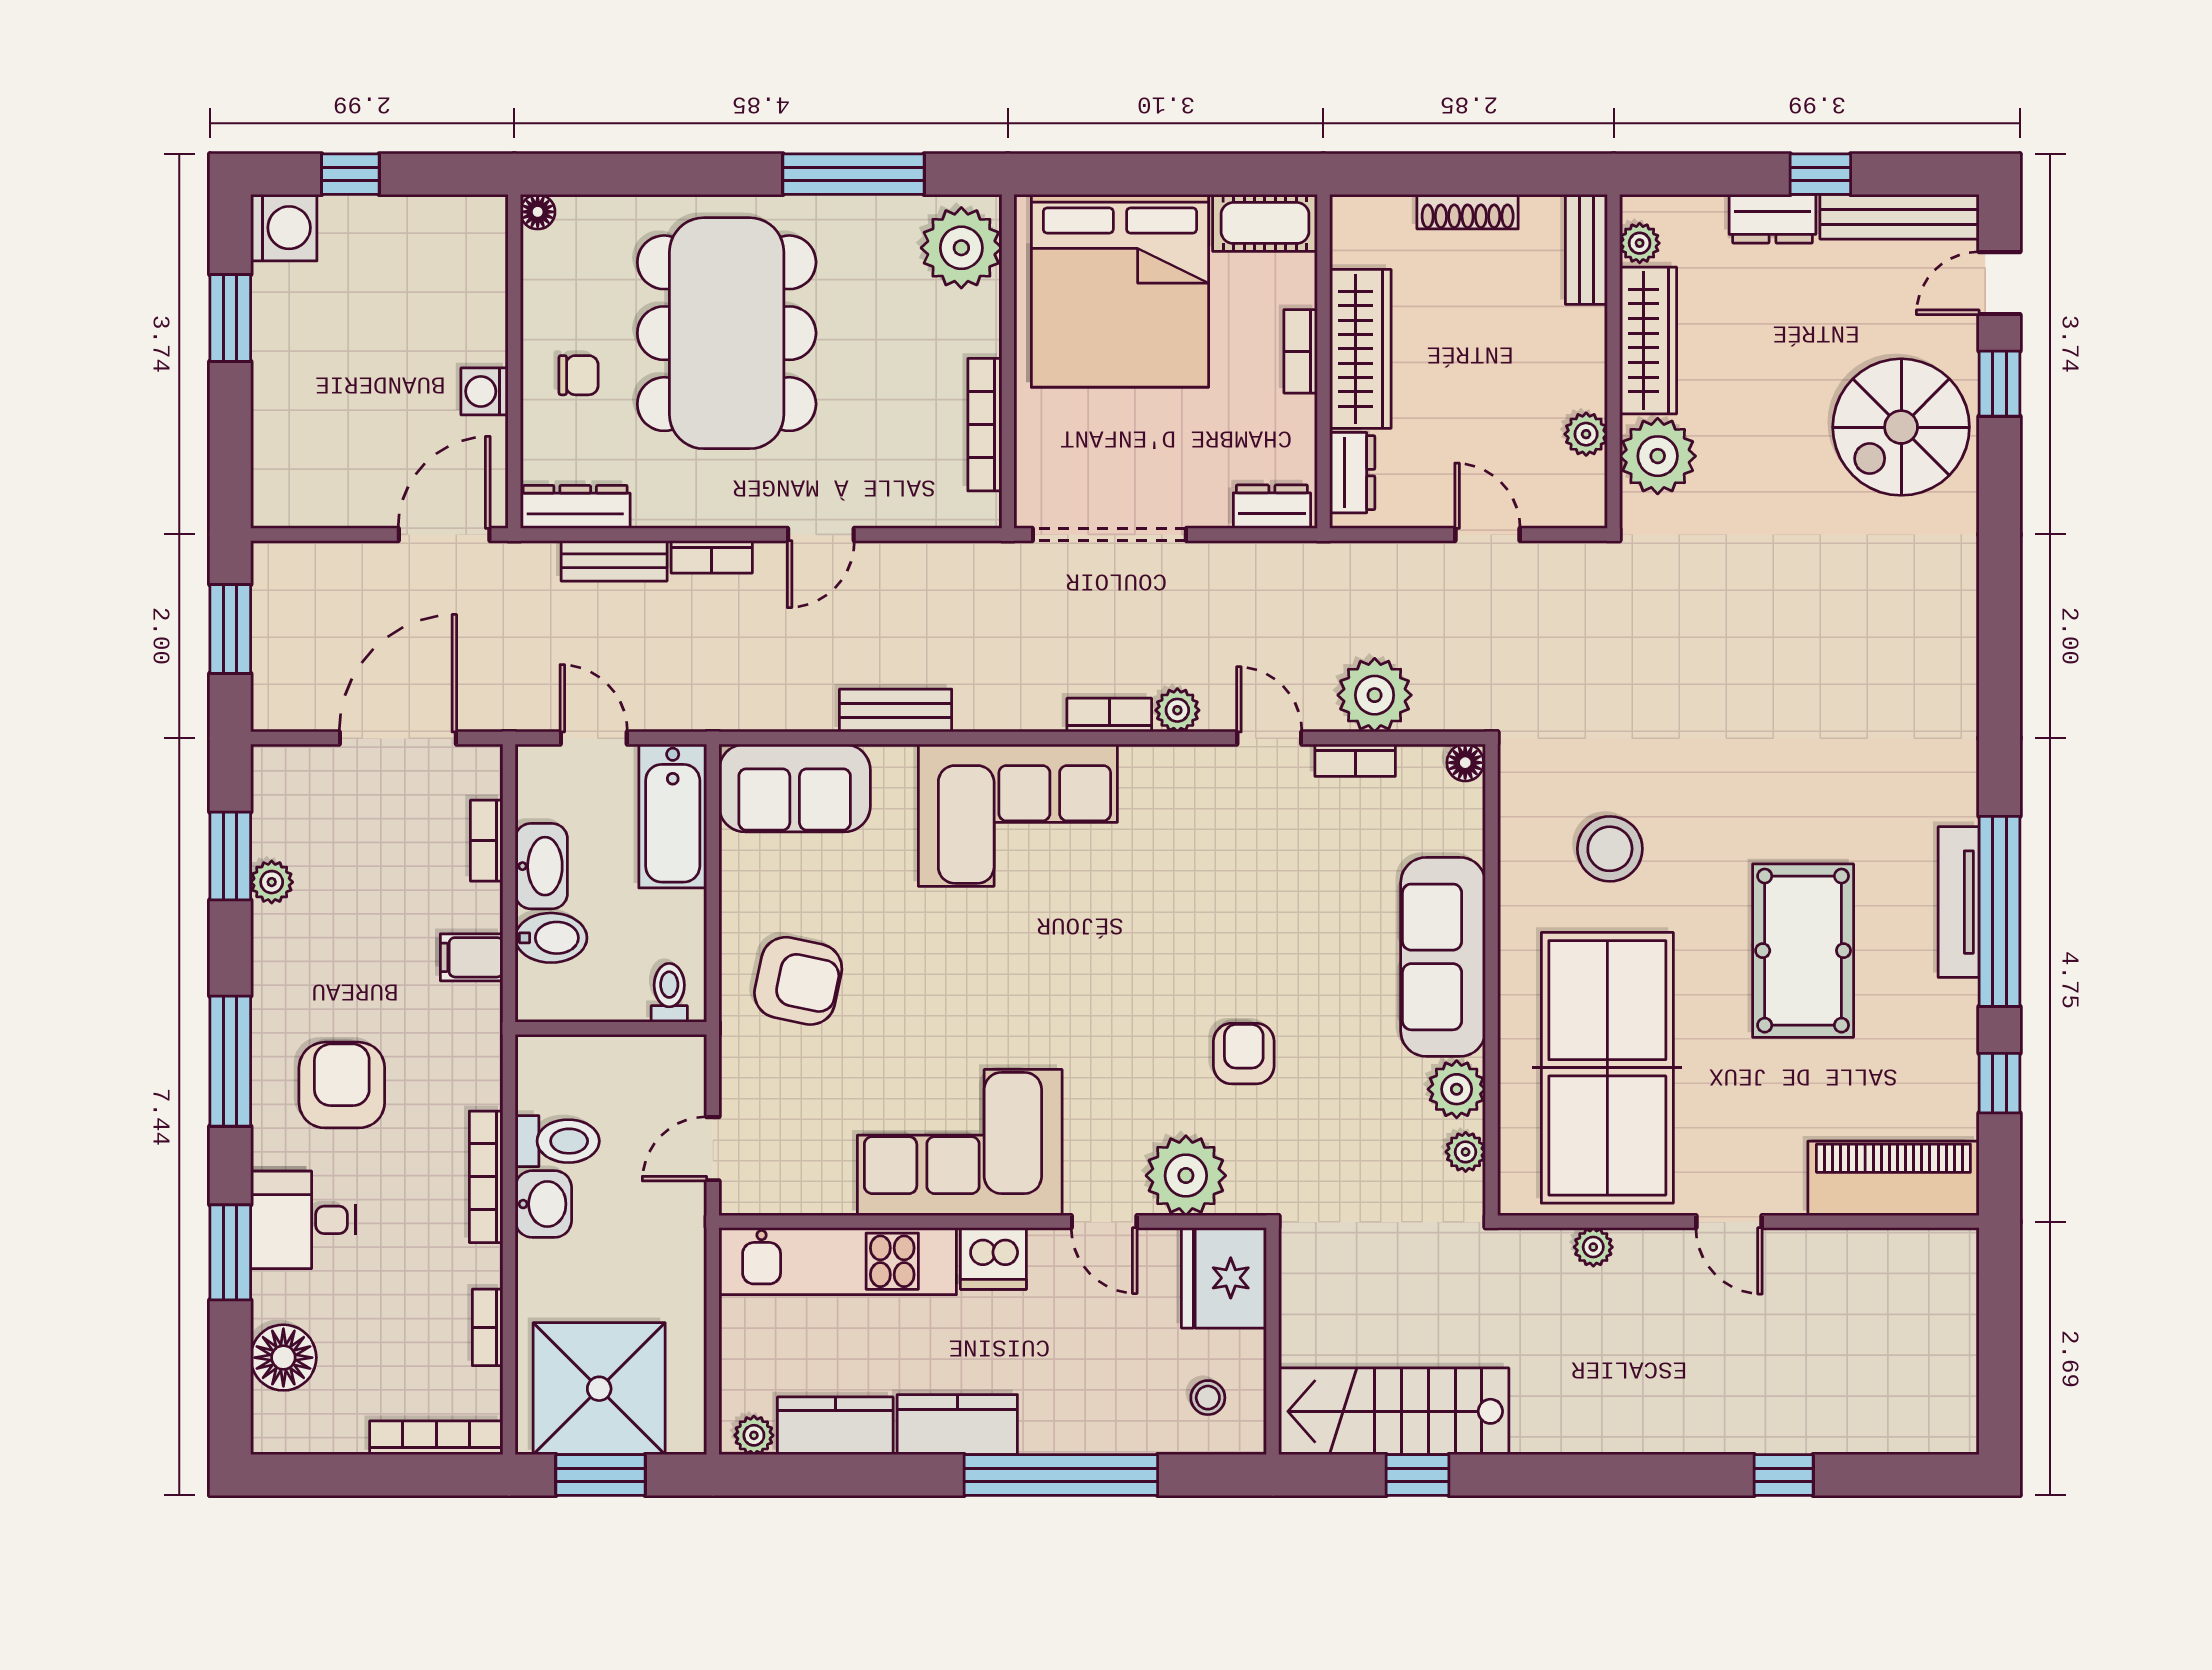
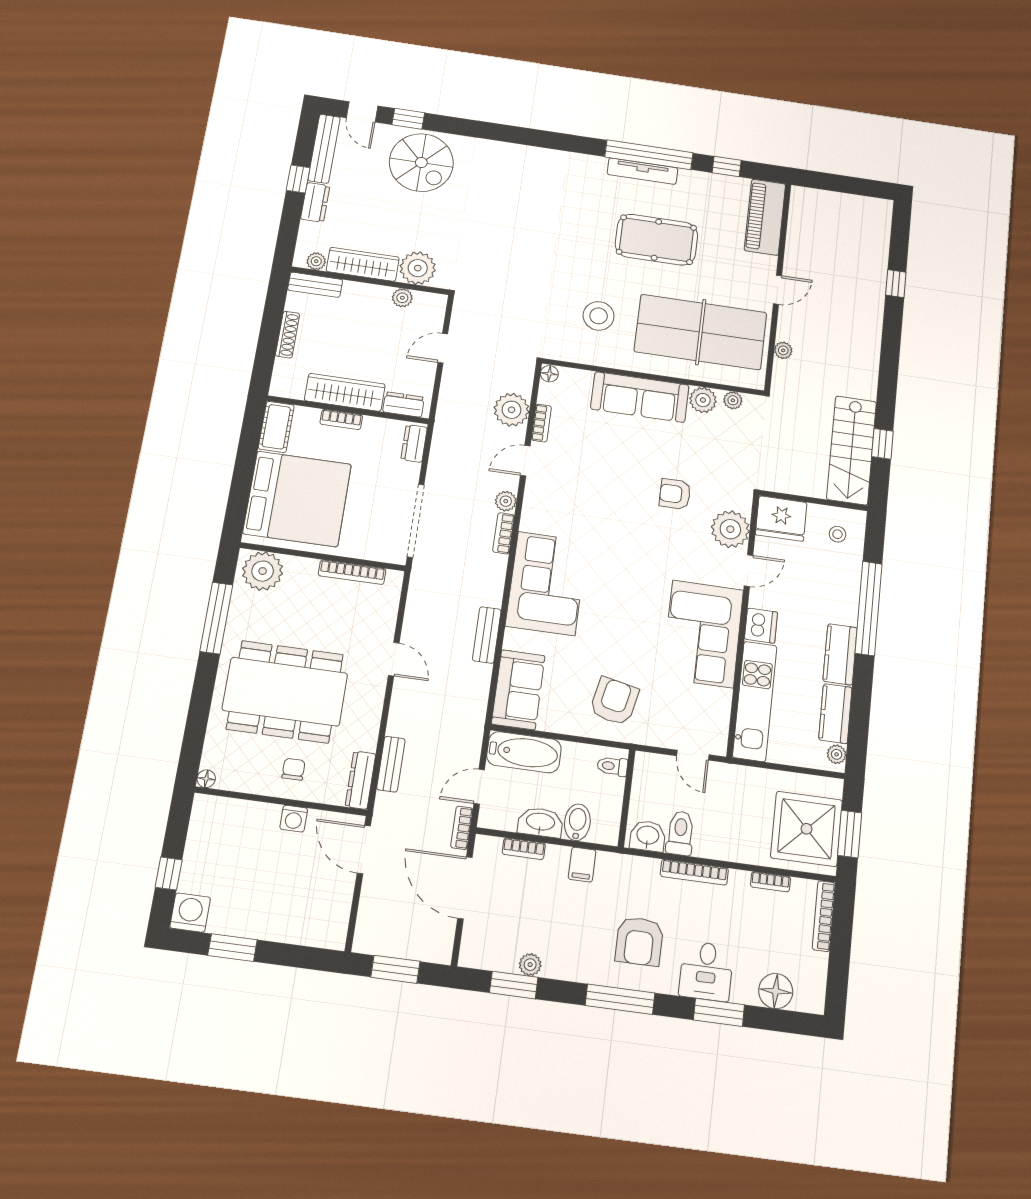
bookcase: (712, 557) -> (462, 828), moved, turned 180
armchair: (342, 1085) -> (639, 941), turned -90
washbasin: (543, 1204) -> (648, 836), moved

